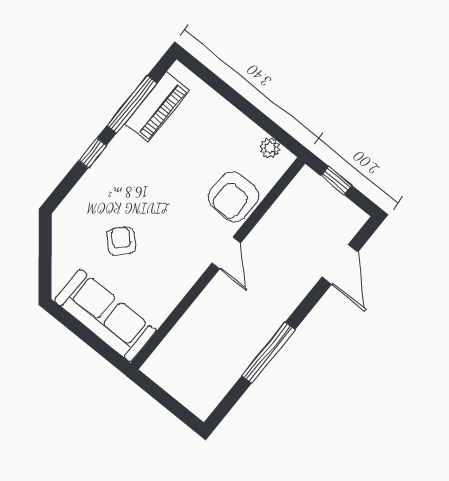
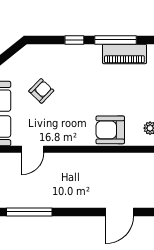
door: (226, 253) -> (33, 149), moved
window: (268, 353) -> (29, 212), moved

